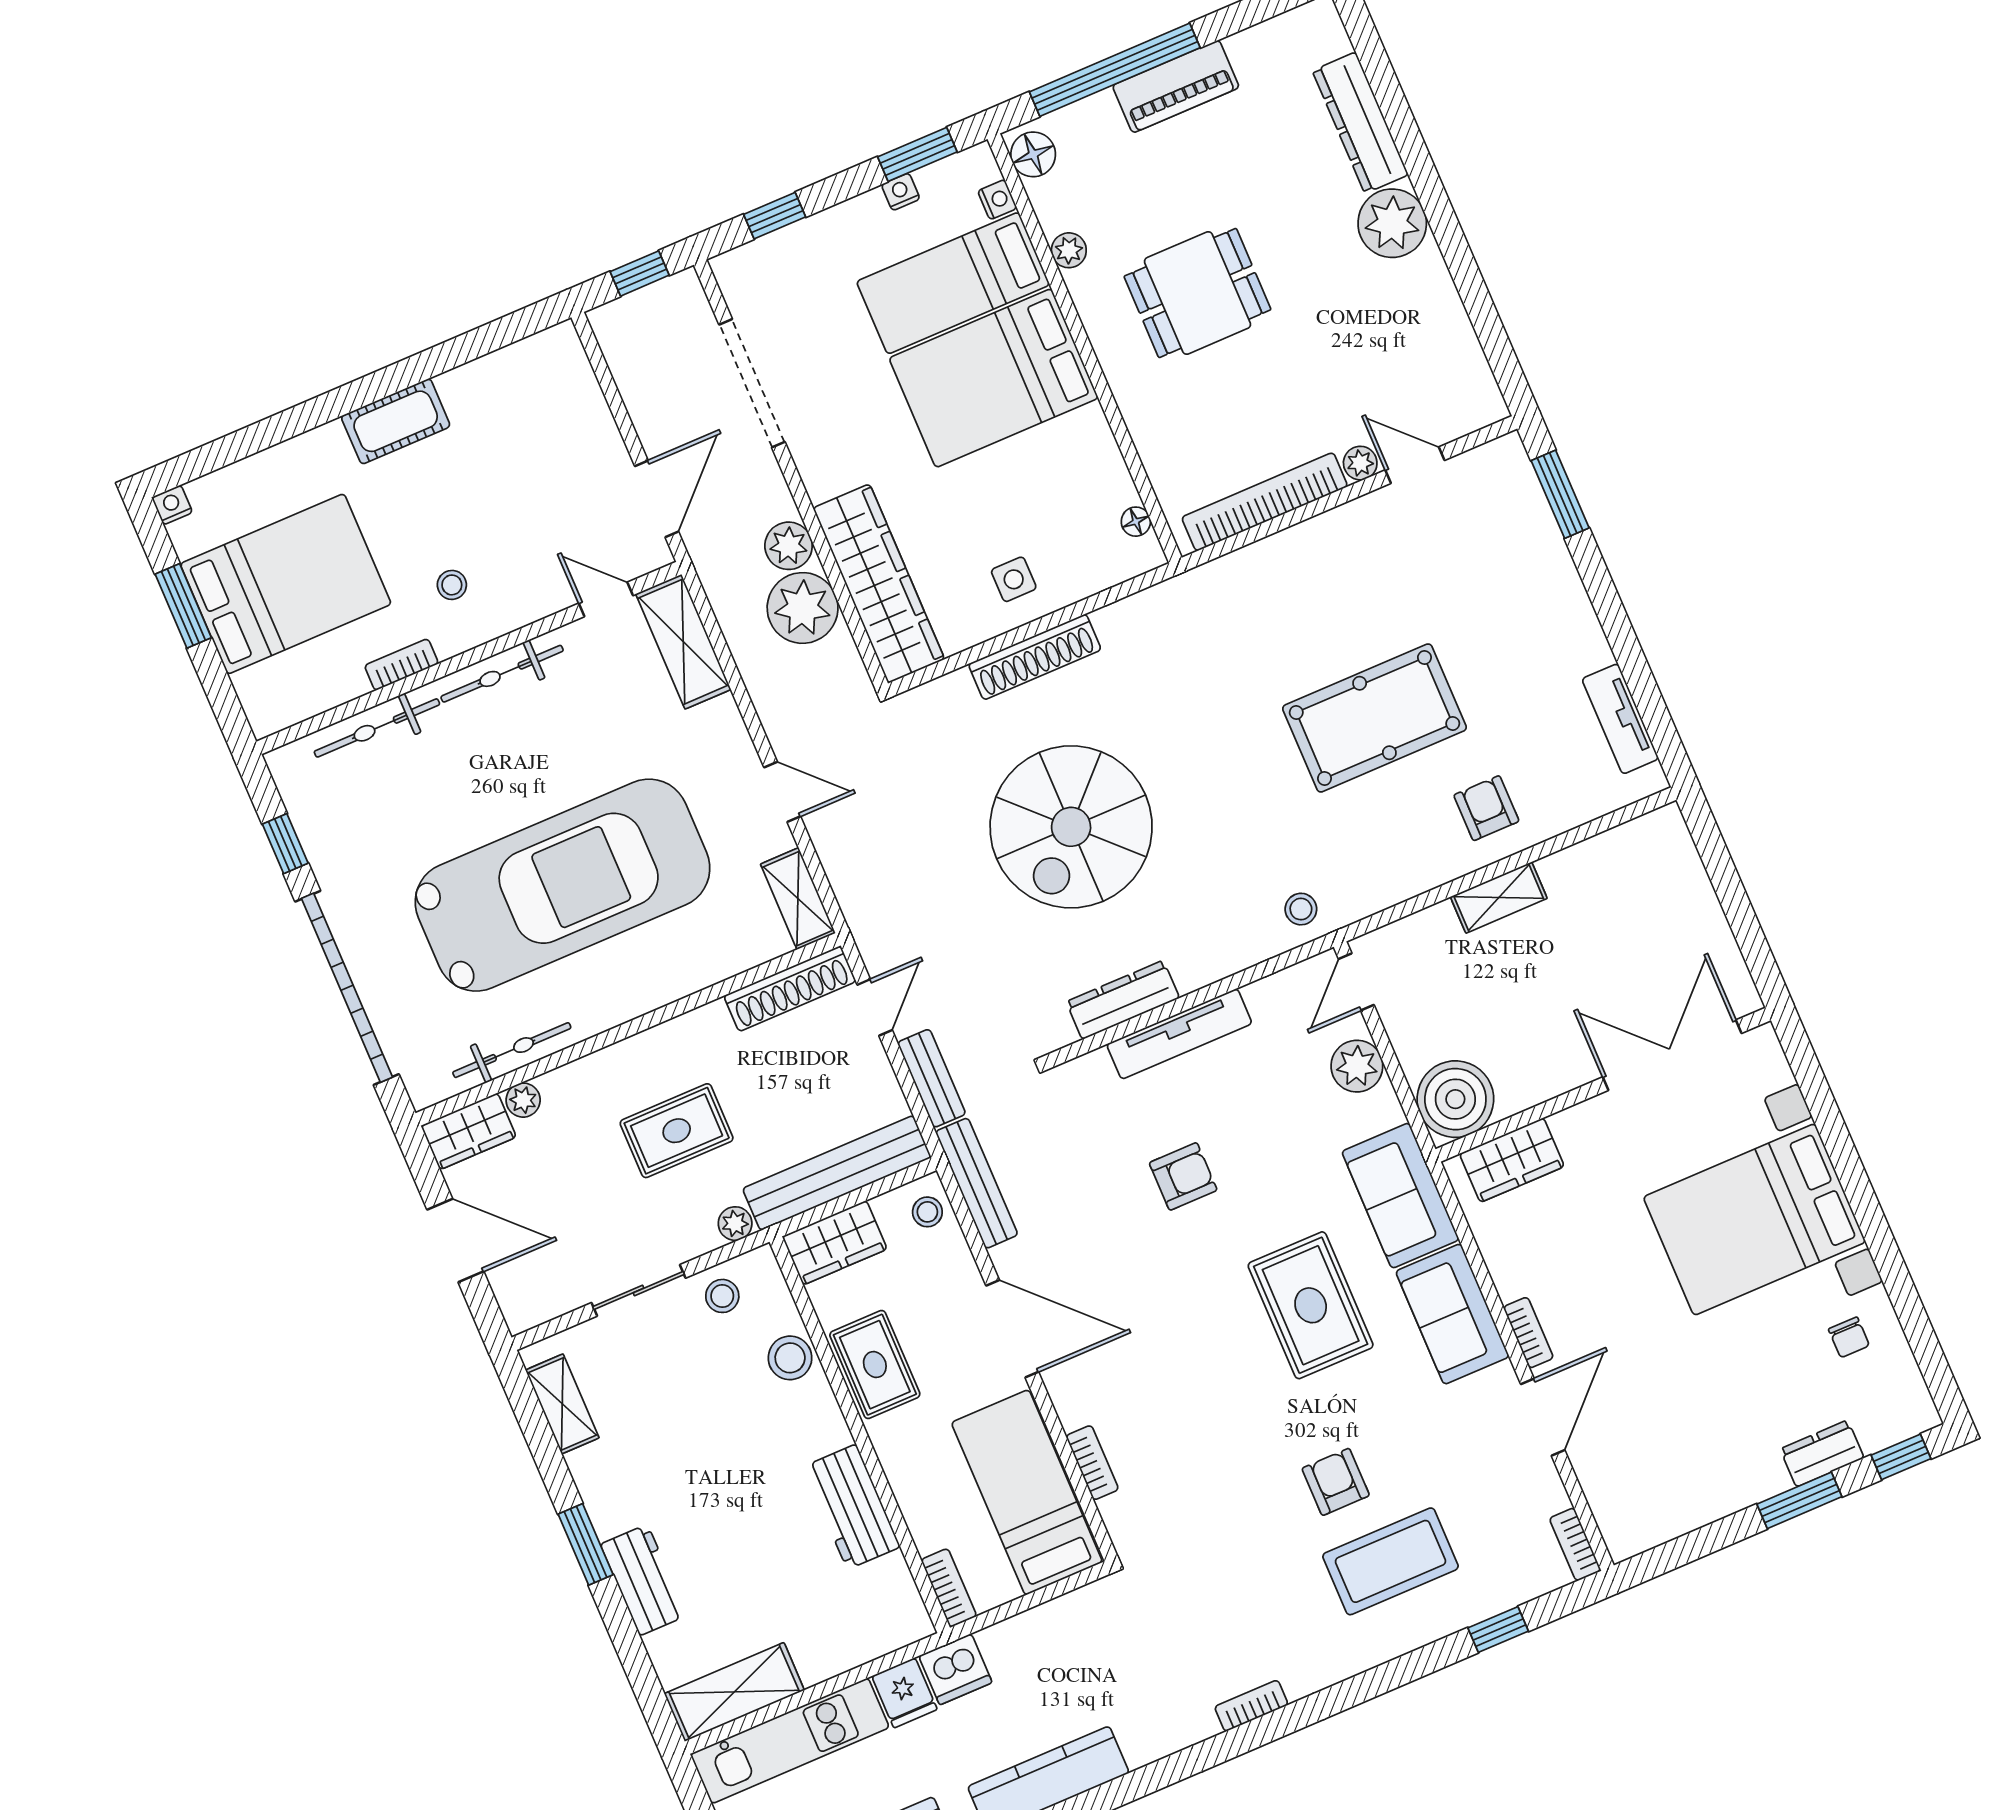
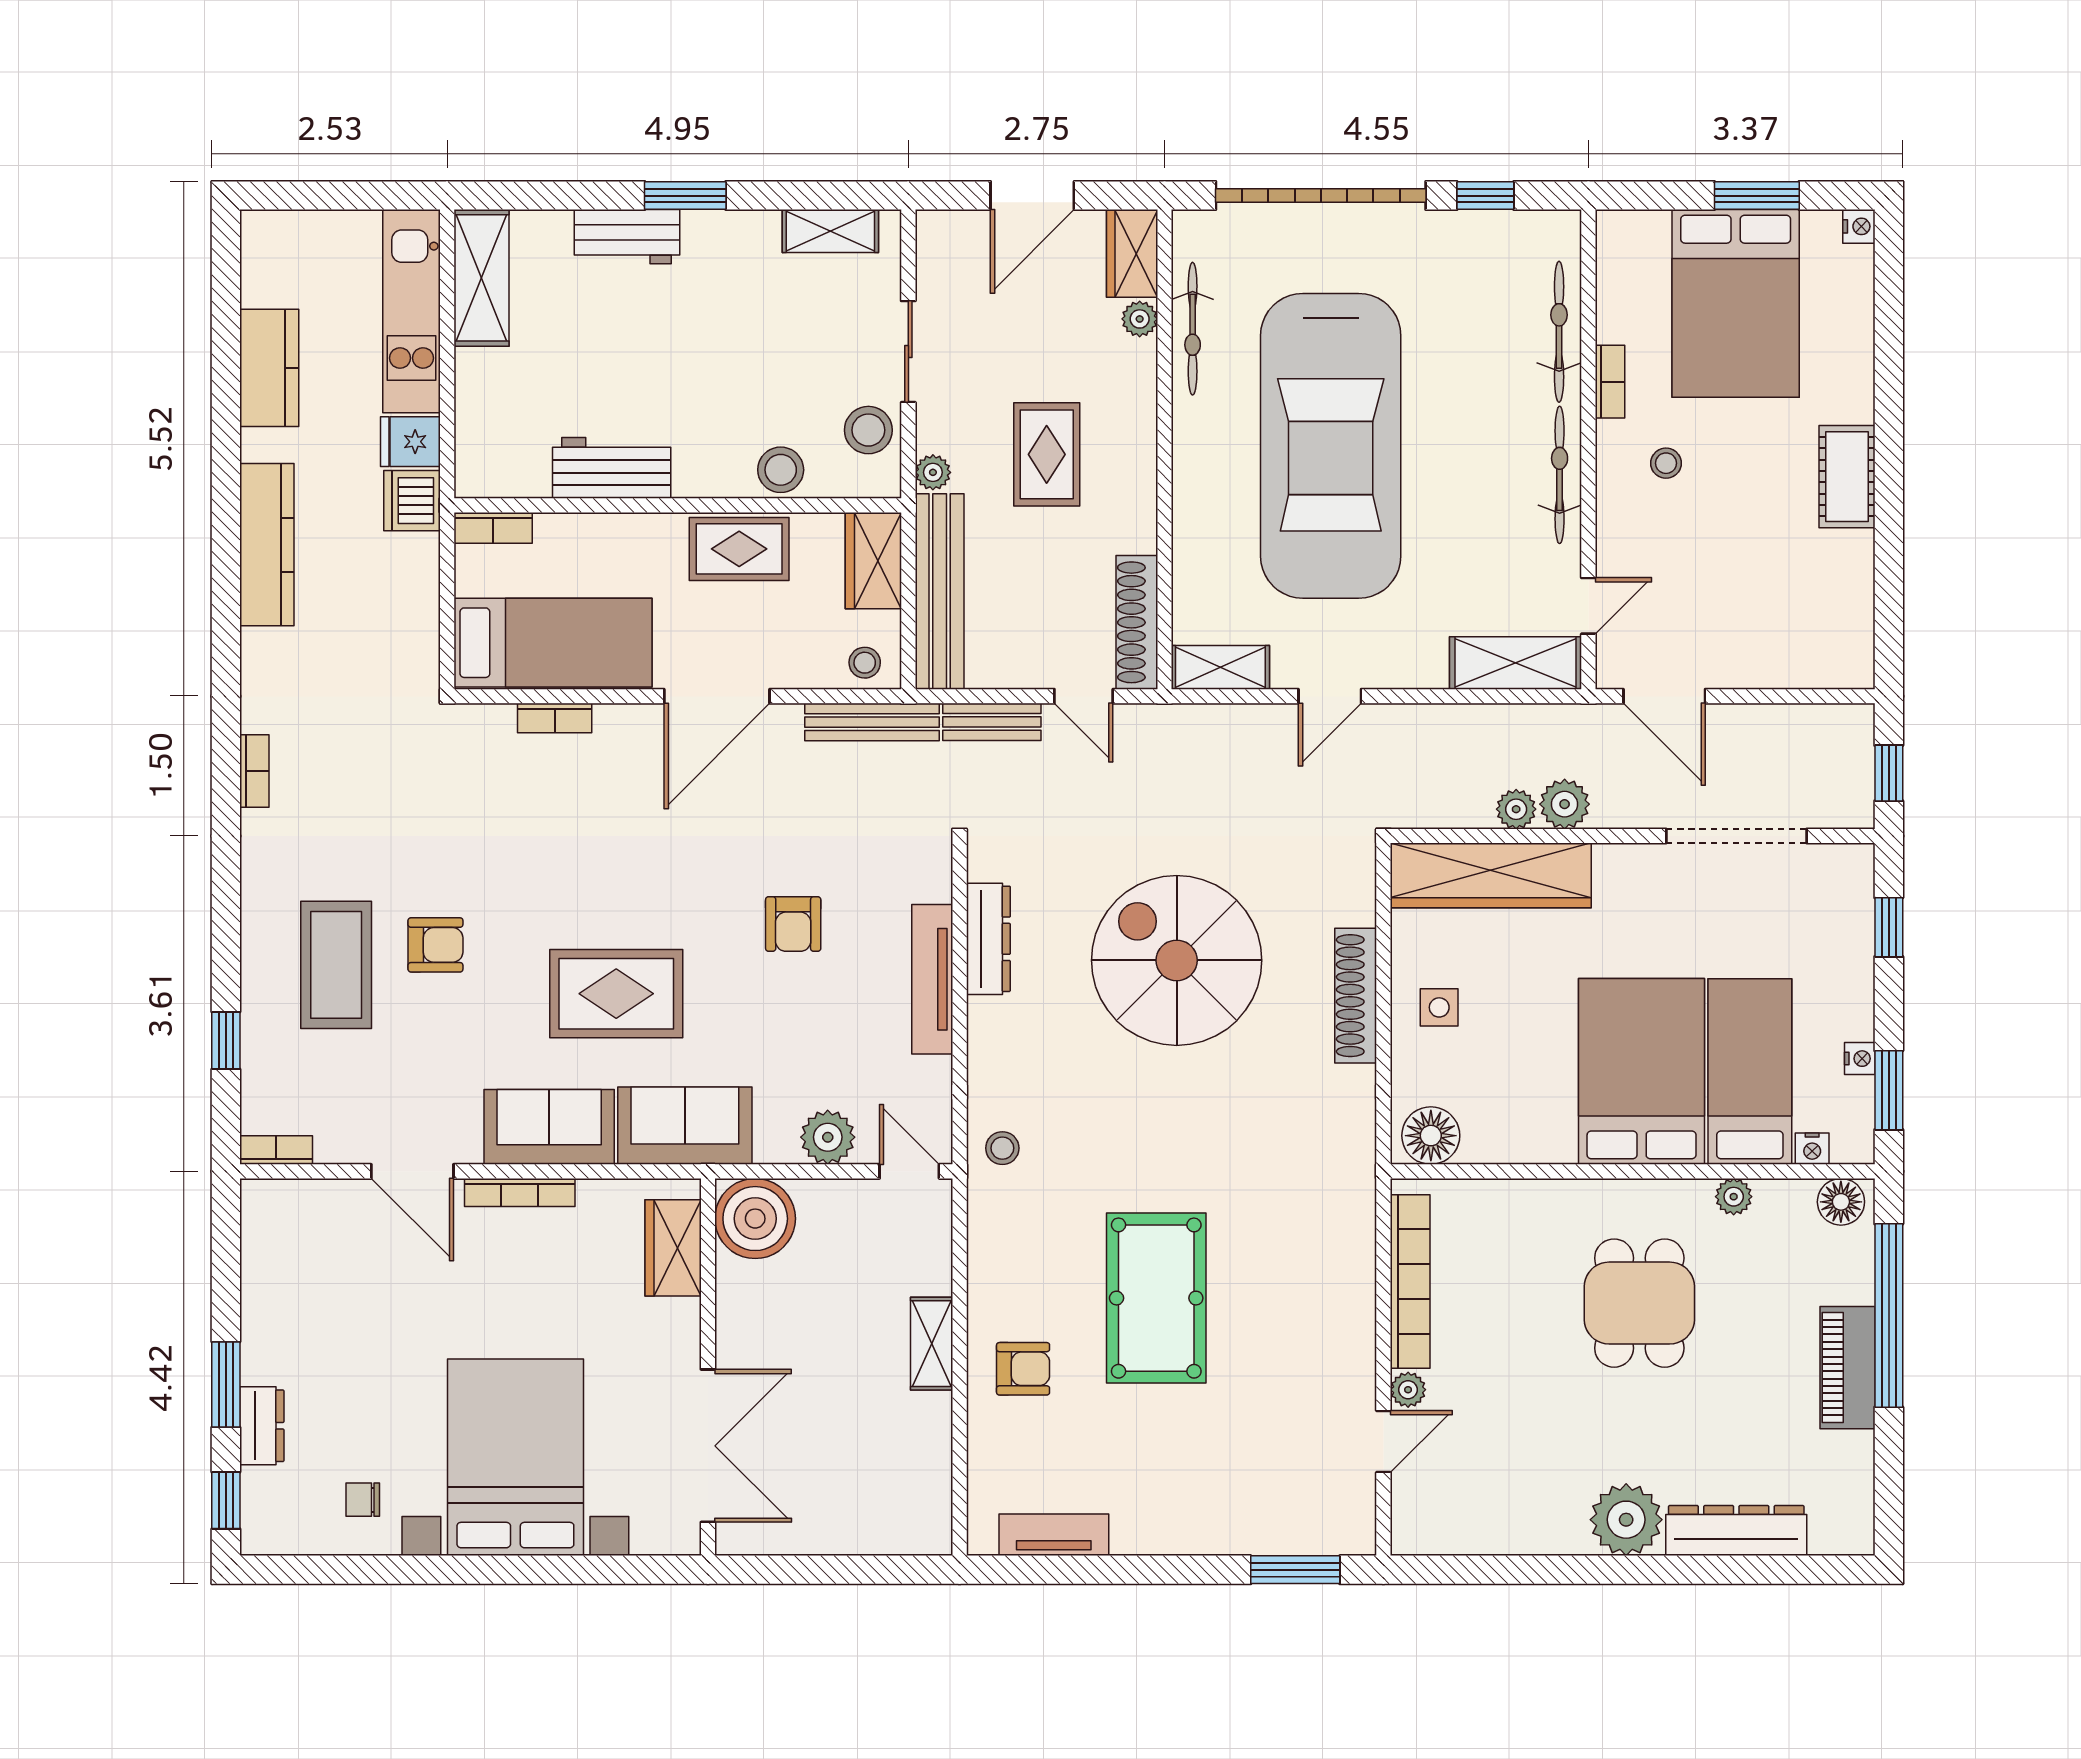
floor lamp: (1136, 522) -> (1431, 1136), width x1.89, depth x1.89
plant: (803, 608) -> (1516, 809), width x0.53, depth x0.53
stool: (722, 1296) -> (868, 430), width x1.37, depth x1.37
bookcase: (1528, 1333) -> (520, 1192), width x1.56

